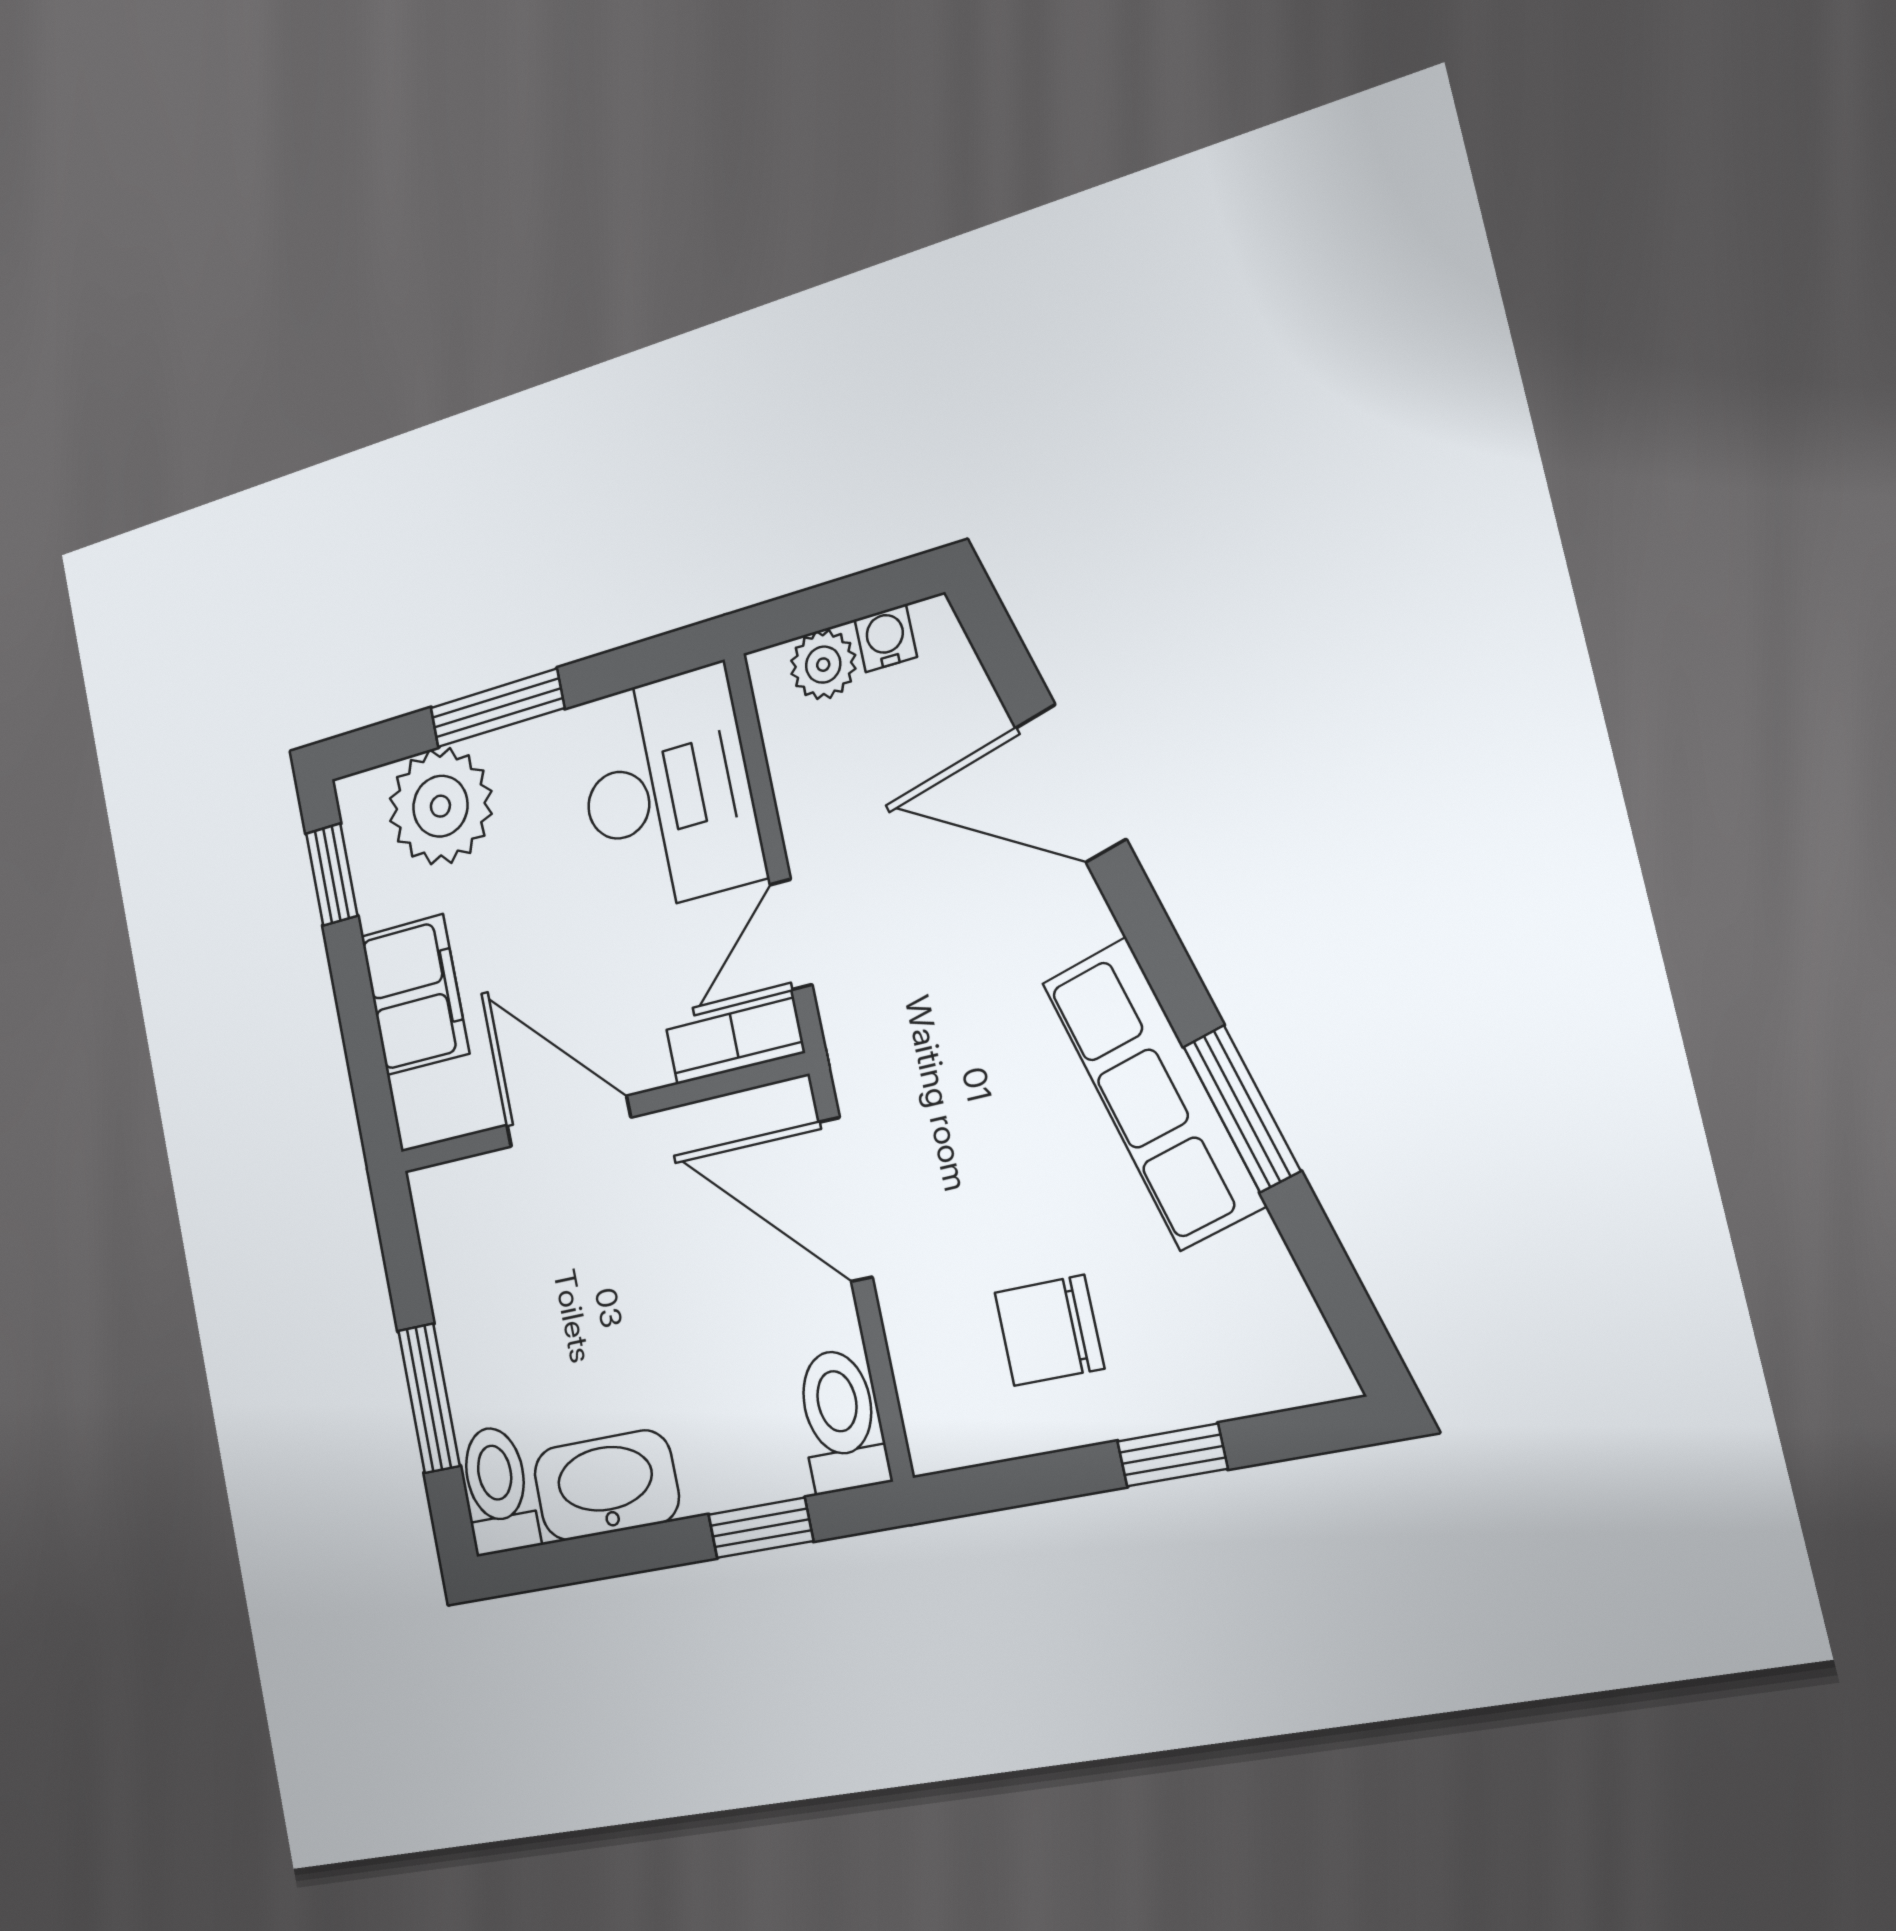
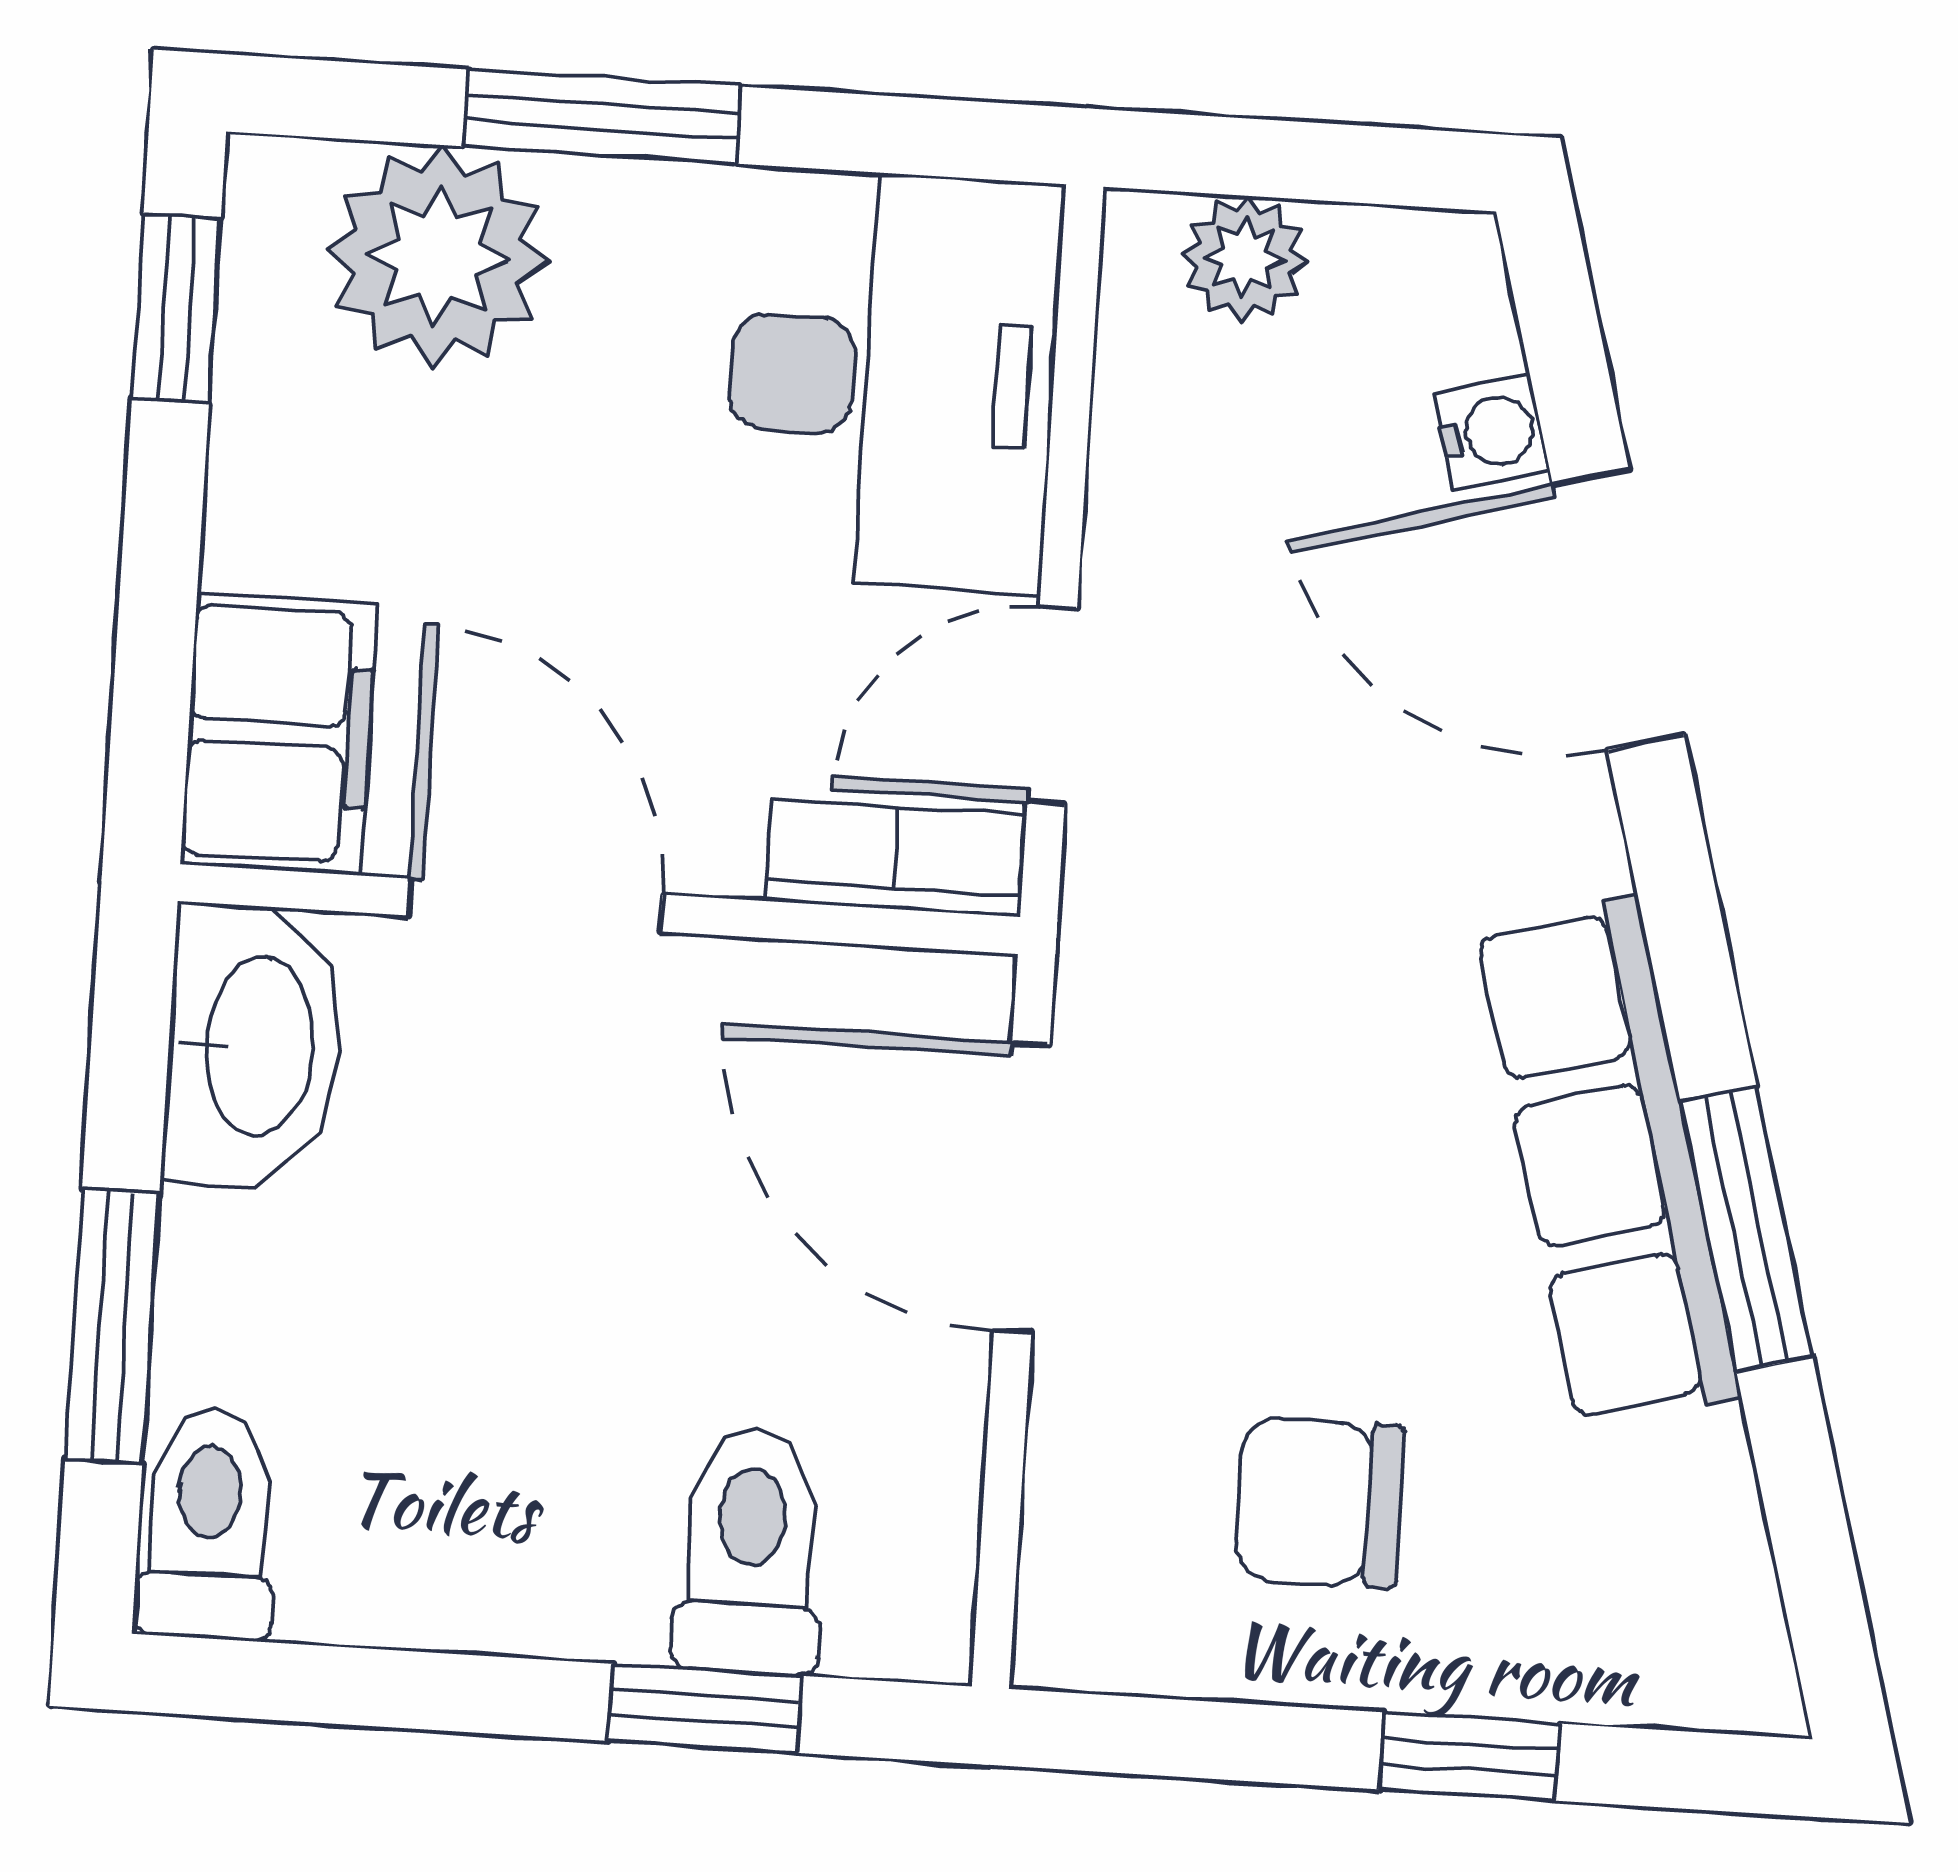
water cooler: (886, 638) -> (1492, 432), moved, turned 75
filing cabinet: (415, 995) -> (279, 734), moved
toilet: (841, 1420) -> (750, 1551), moved
washbasin: (606, 1485) -> (254, 1046), moved, turned 90

